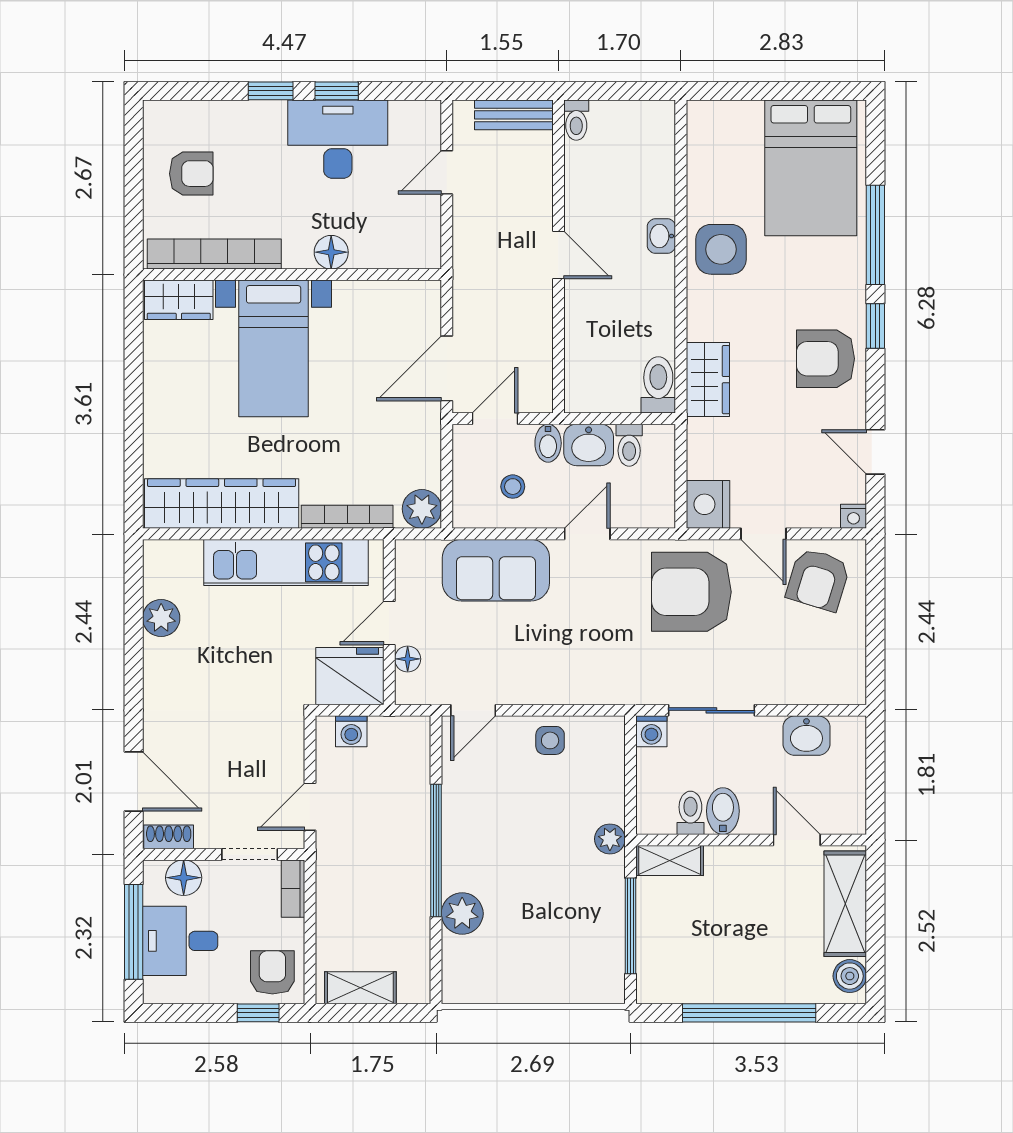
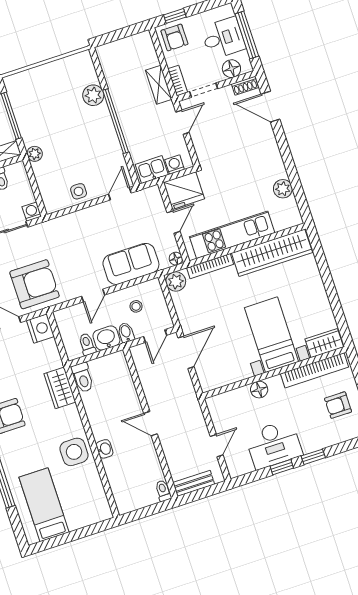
bed: (811, 168) -> (44, 505), width x0.67
floor lamp: (408, 659) -> (176, 259), moved
kitchen sink: (398, 736) -> (152, 170), added
shelving: (360, 988) -> (159, 85), moved, turned 90

